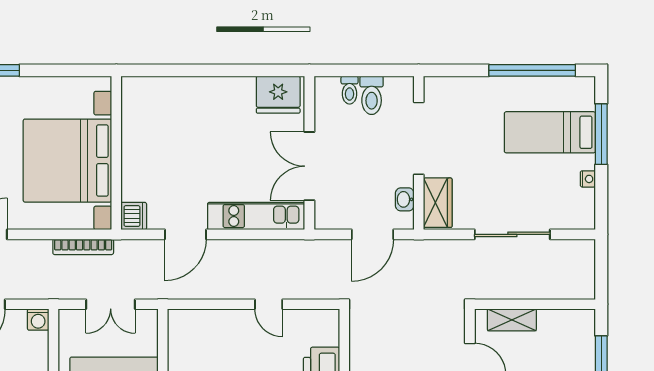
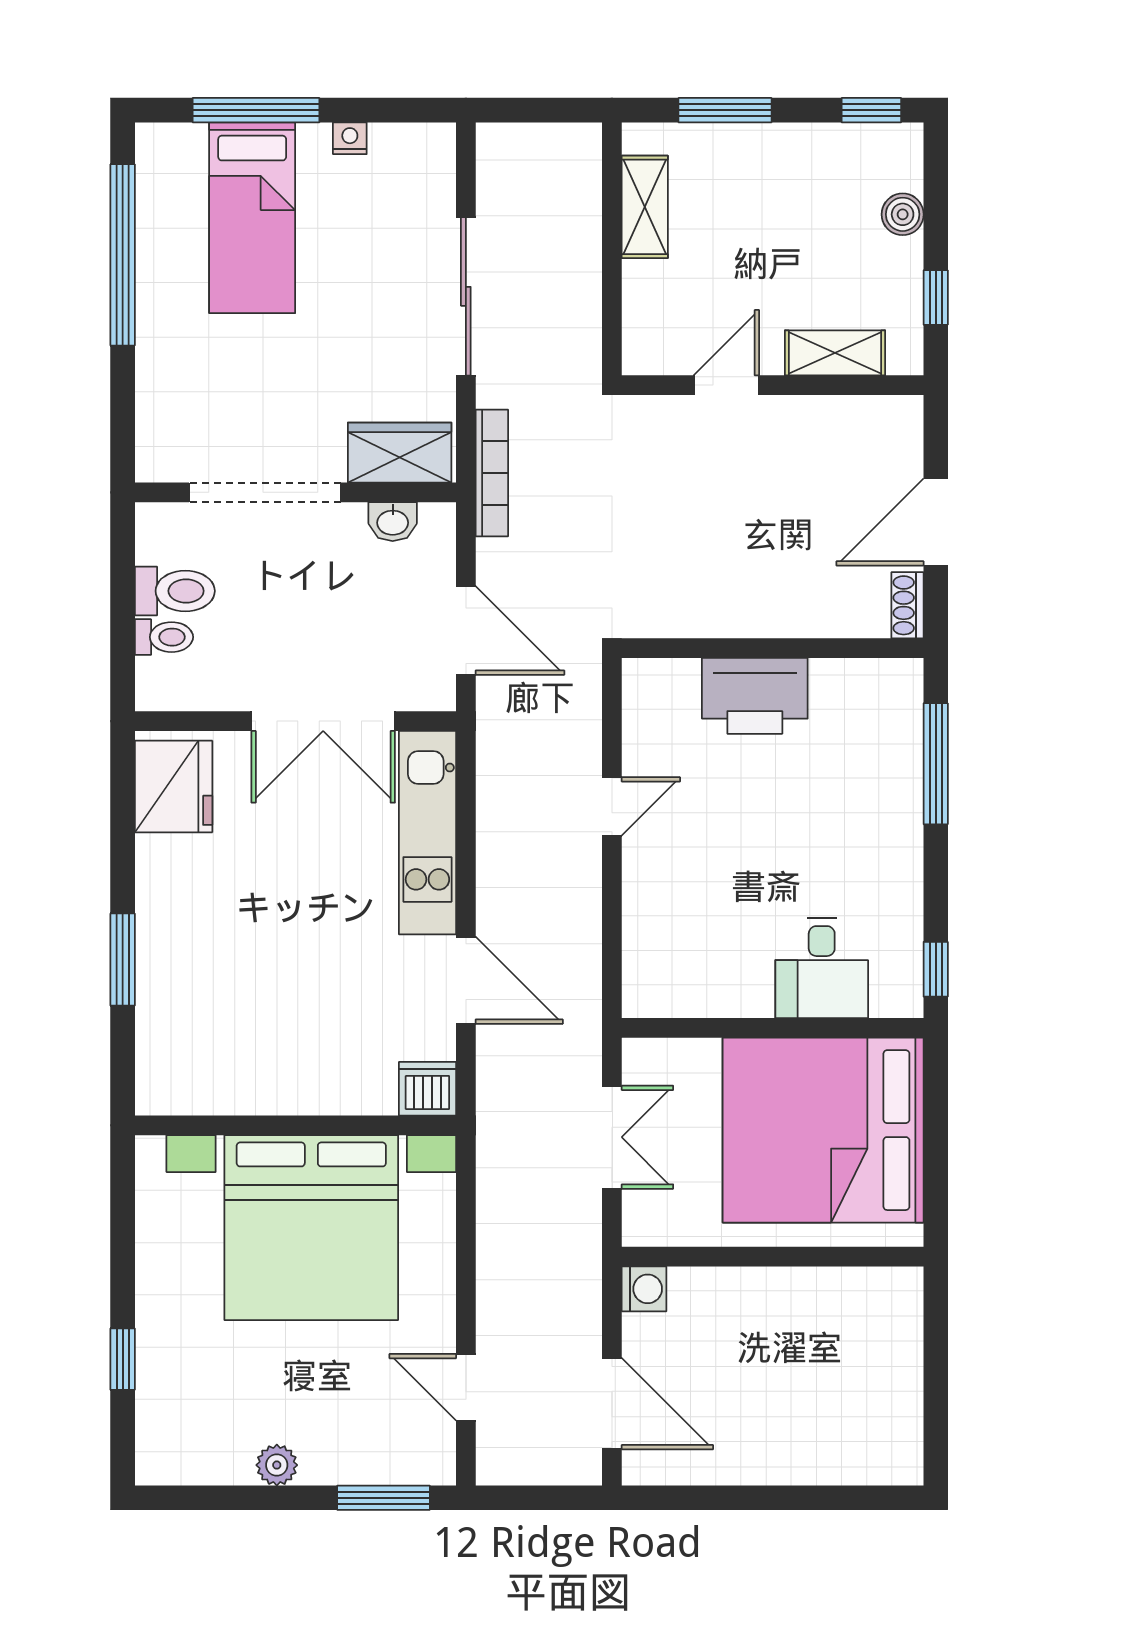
window: (195, 70) -> (123, 960), added
door: (373, 234) -> (466, 630), moved
bookcase: (83, 247) -> (492, 473), moved
shelving: (512, 320) -> (645, 207), moved

